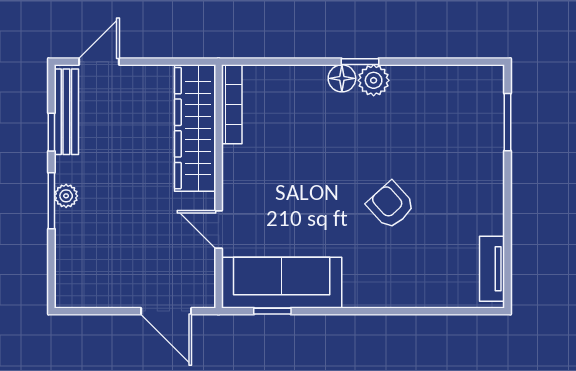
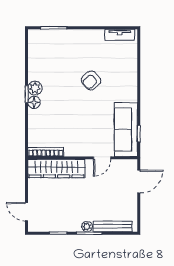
bench: (66, 112) -> (113, 226), moved

